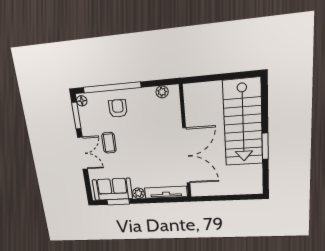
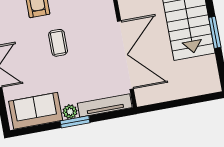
coffee table: (109, 143) -> (58, 43), moved
window: (118, 202) -> (75, 122), moved

